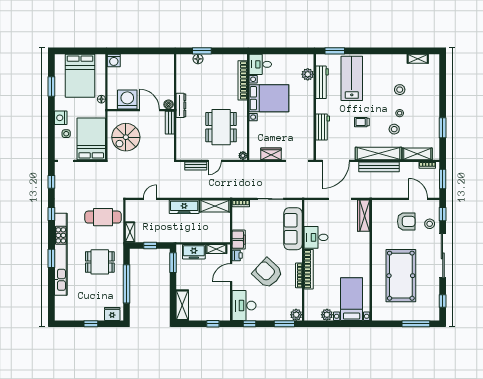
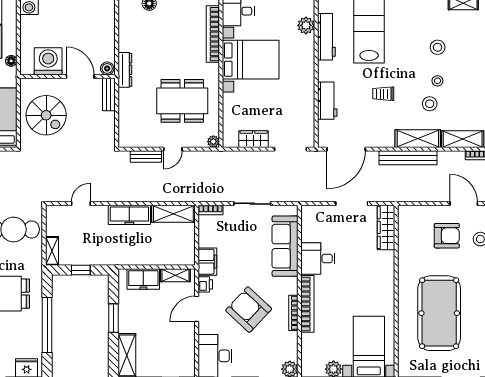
dining table: (221, 127) -> (182, 101), turned 90
spiral stairs: (126, 137) -> (46, 115), turned -90
shelving: (378, 153) -> (418, 139), width x0.68
window: (173, 263) -> (114, 318), moved

